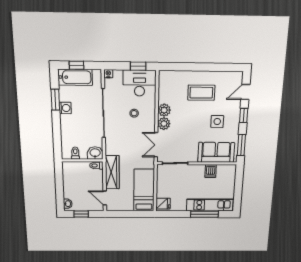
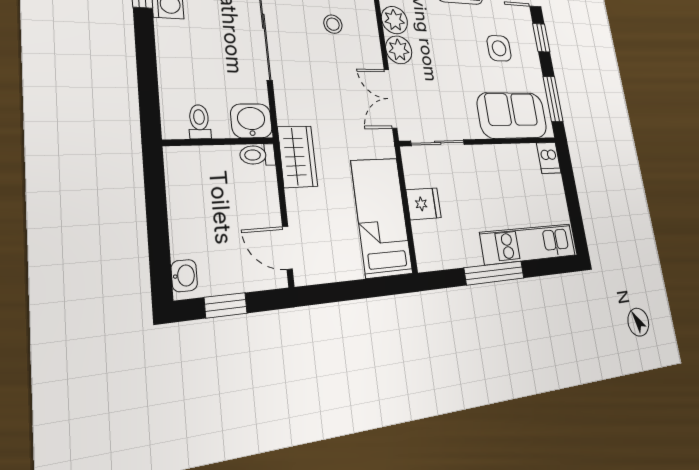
dishwasher: (211, 171) -> (549, 158), moved
wardrobe: (112, 172) -> (298, 157), width x0.67
fridge: (163, 204) -> (424, 204), moved
window: (204, 214) -> (494, 273), moved

